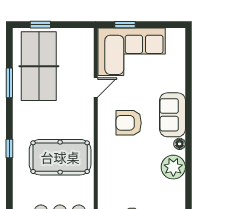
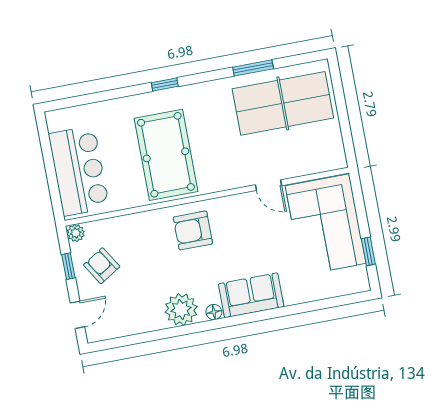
window: (40, 25) -> (339, 95), removed
window: (125, 25) -> (368, 251), moved
armchair: (129, 123) -> (193, 230), moved, turned -90

